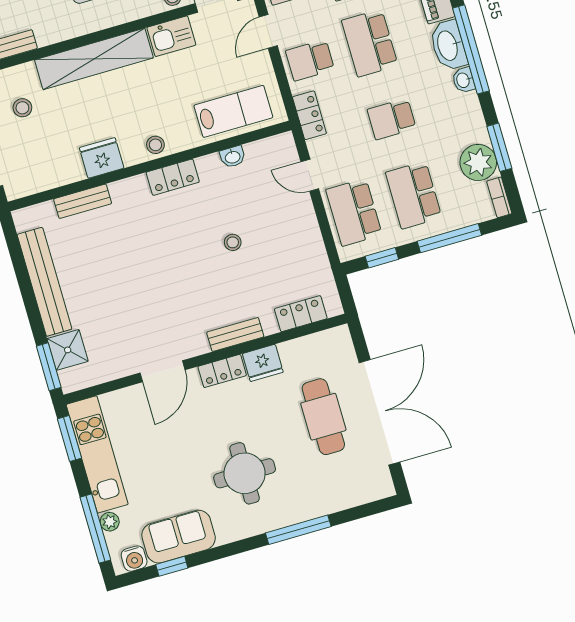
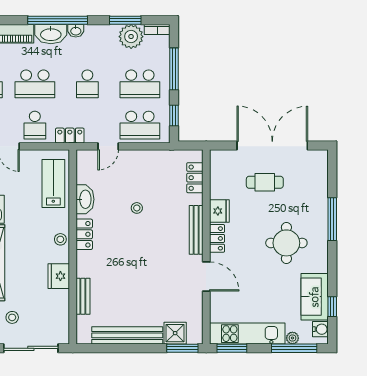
washbasin: (233, 157) -> (85, 199), width x1.91, depth x1.45
bench: (235, 334) -> (196, 230), width x1.36
cafe table: (323, 417) -> (265, 182), width x0.73, depth x0.74

